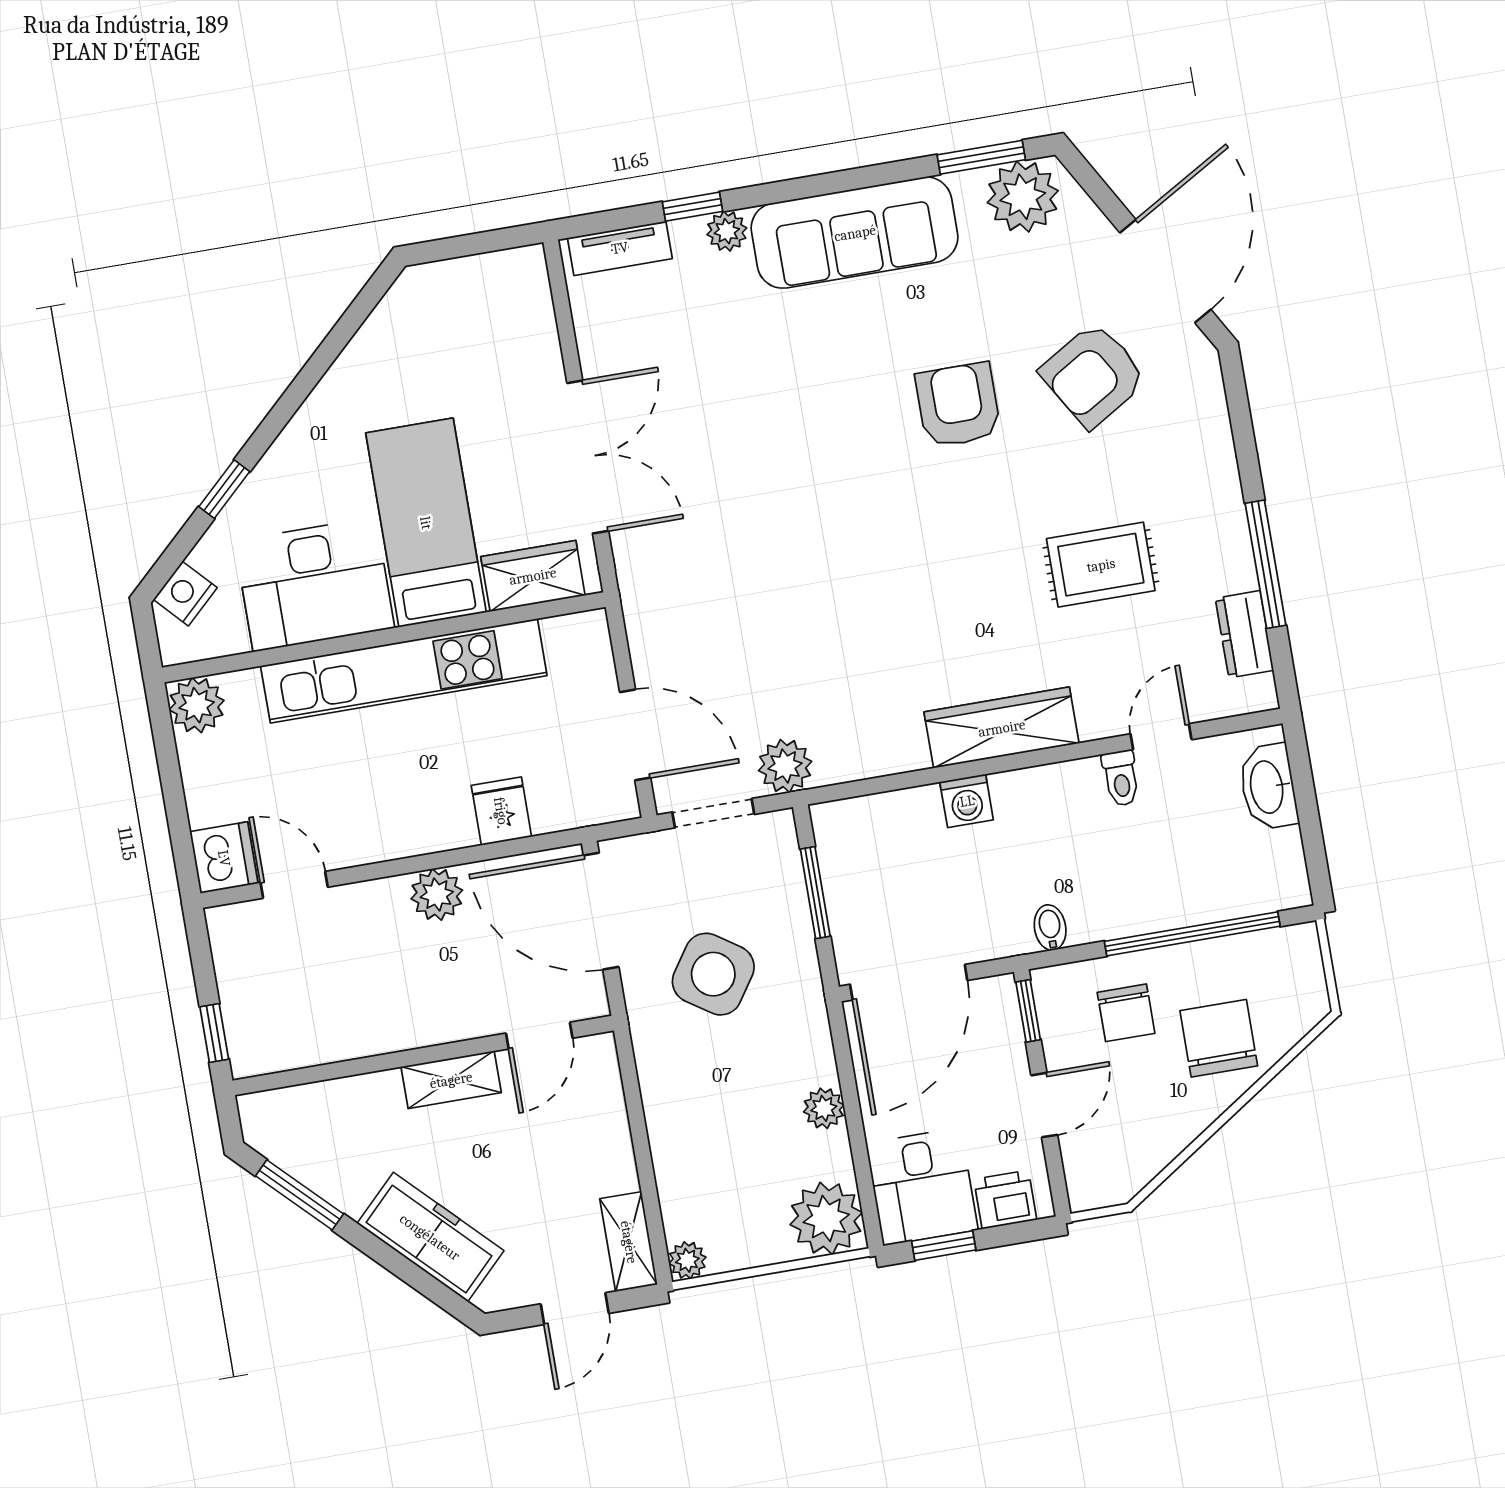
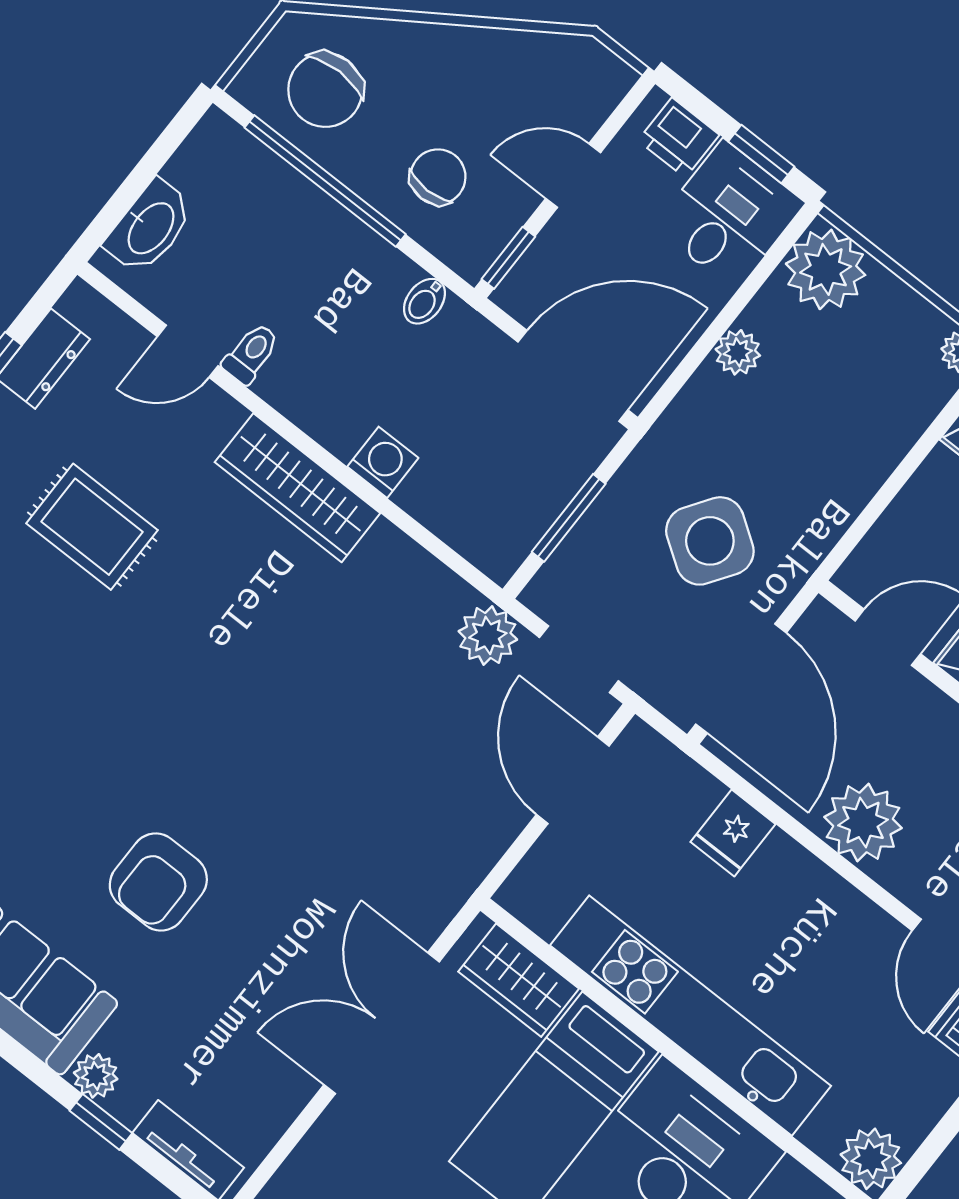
armchair: (958, 405) -> (158, 882), moved
plant: (437, 895) -> (863, 823), width x1.36, depth x1.36
chair: (1219, 1038) -> (325, 90), moved

